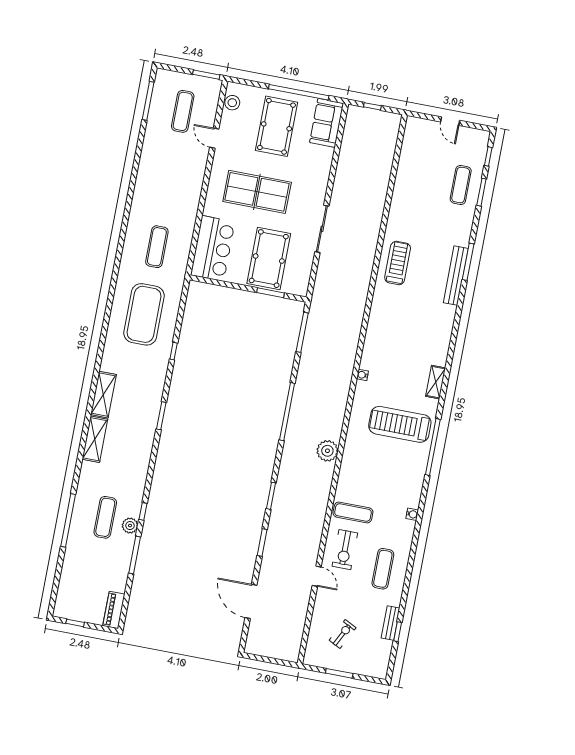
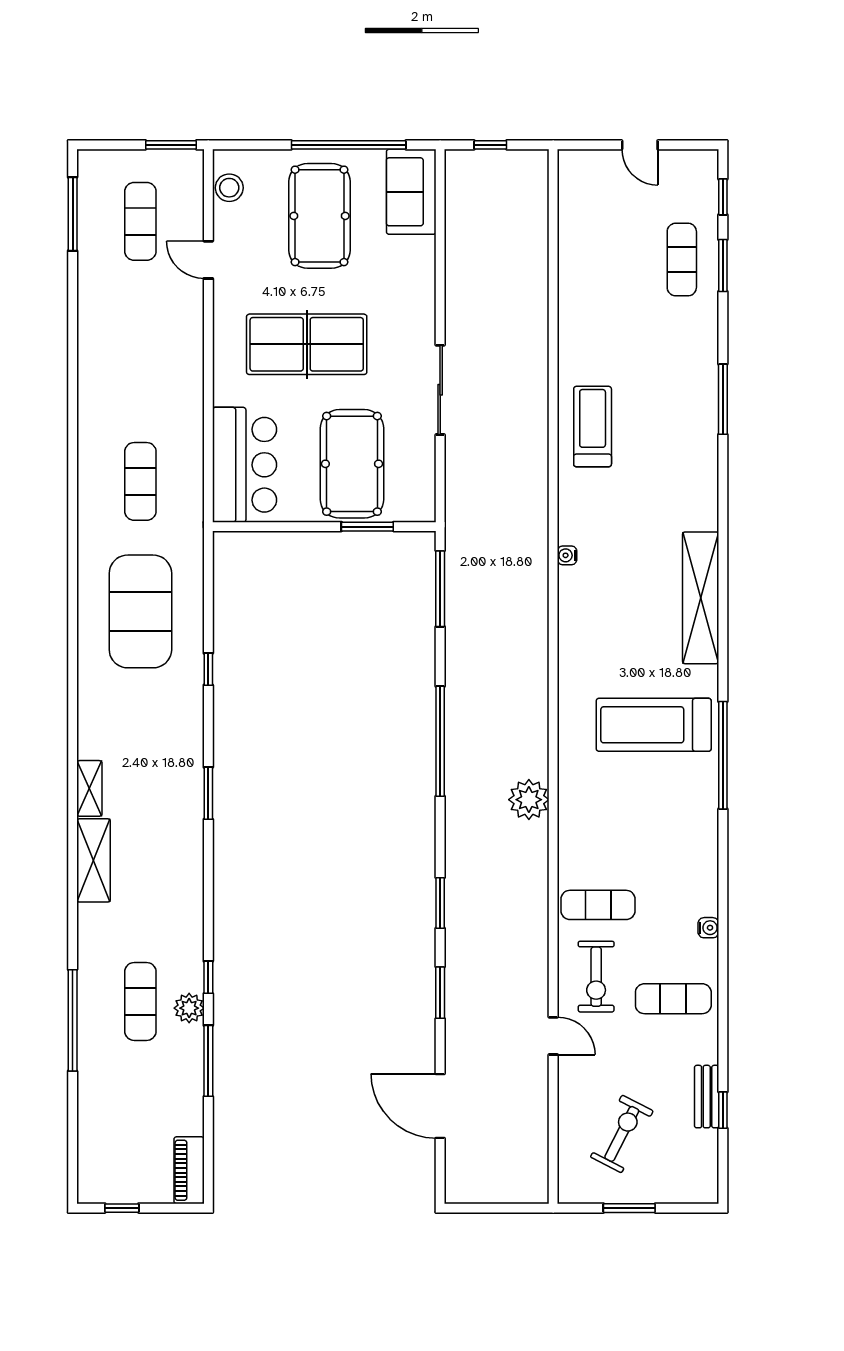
bench: (456, 276) -> (705, 429), removed
water cooler: (363, 375) -> (567, 555), moved
shelving: (436, 382) -> (701, 598), width x2.20, depth x1.33
shelving: (103, 395) -> (89, 788), width x0.67, depth x0.75
water cooler: (412, 514) -> (708, 928), moved
exercise mat: (383, 569) -> (673, 999), turned 90
exercise bike: (343, 634) -> (622, 1134), width x1.38, depth x1.39

